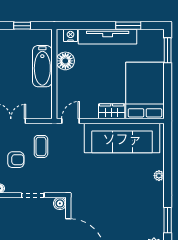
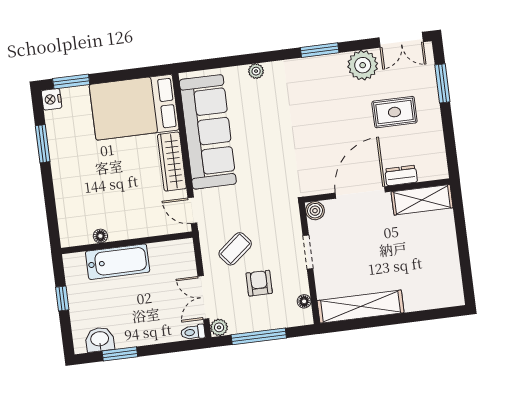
nightstand: (71, 35) -> (52, 99), moved
tv unit: (108, 37) -> (62, 172), removed
floor lamp: (65, 61) -> (100, 236), width x0.53, depth x0.53
wardrobe: (112, 111) -> (172, 162), width x1.50
coffee table: (41, 146) -> (235, 249), turned -39

